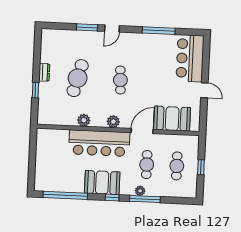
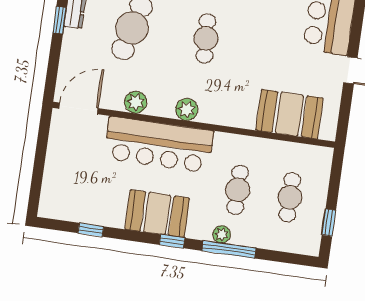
window: (35, 90) -> (60, 20), moved
door: (142, 131) -> (78, 108), moved
window: (201, 167) -> (329, 223), moved
window: (65, 195) -> (91, 230), width x0.32

